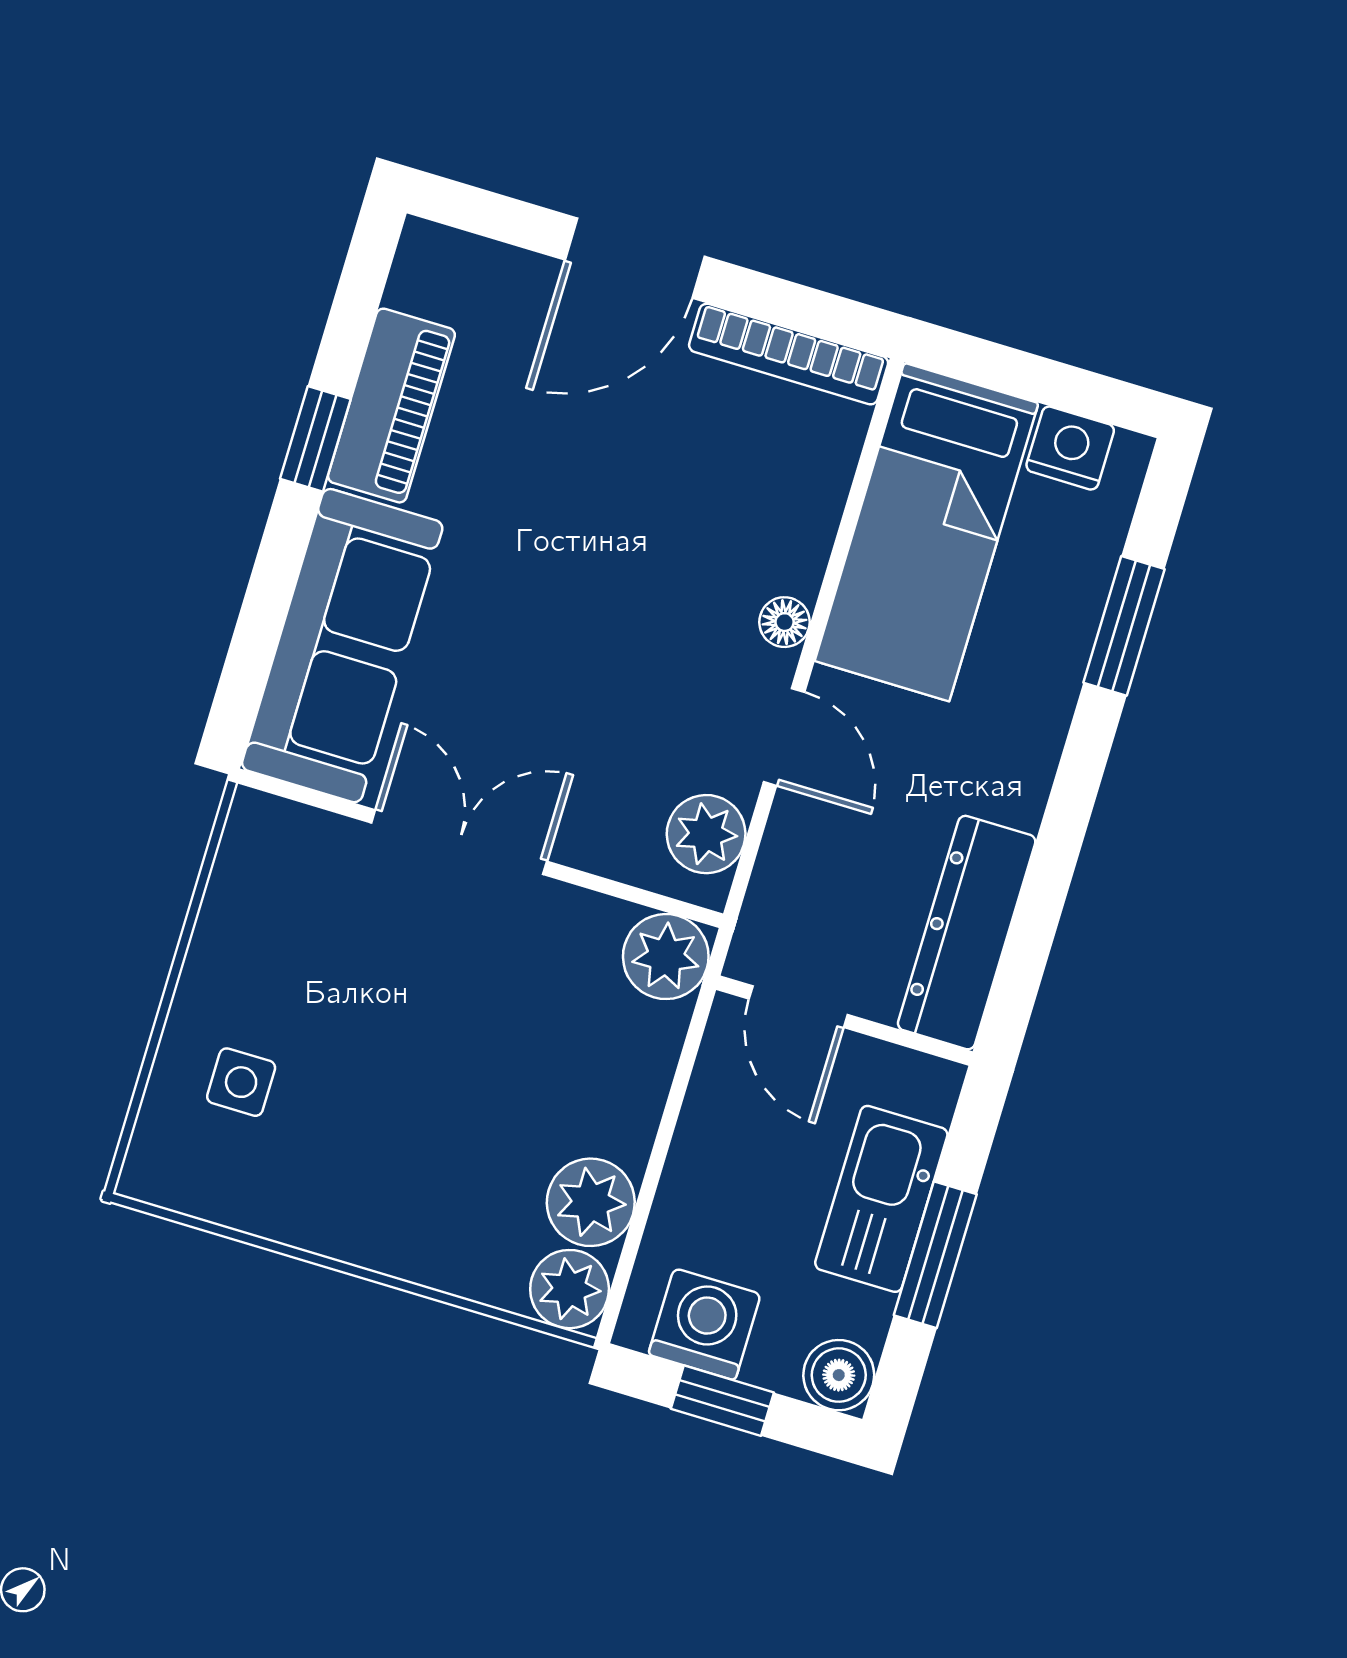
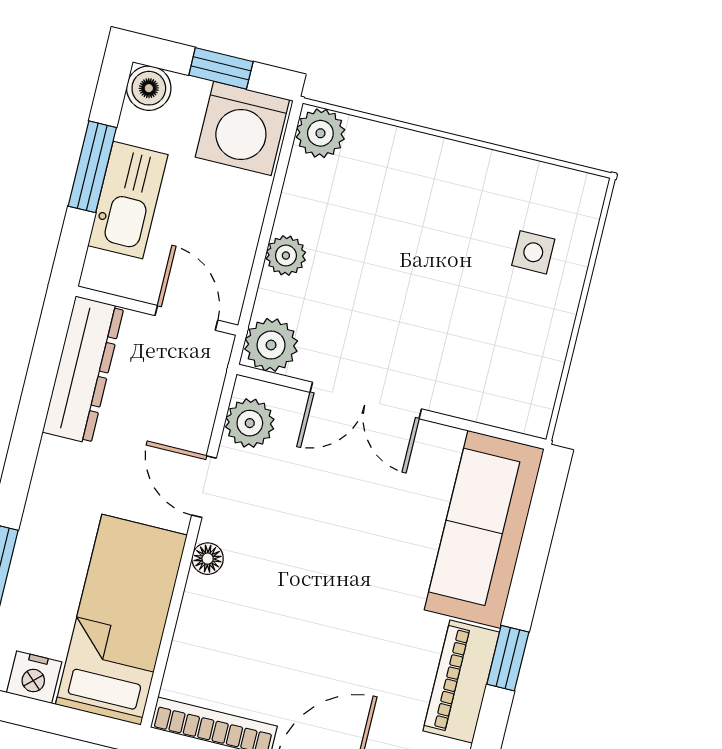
double door: (459, 842) -> (366, 401), moved
plant: (591, 1202) -> (286, 256), moved, width x0.73, depth x0.73
washing machine: (705, 1324) -> (242, 128), width x1.37, depth x1.37

